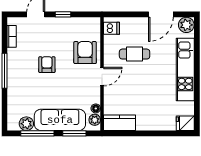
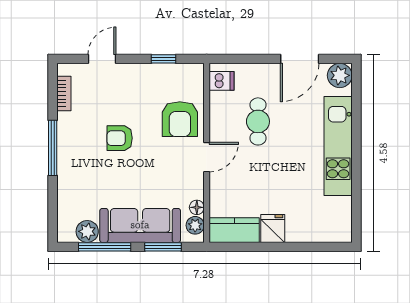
window: (63, 14) -> (163, 59), moved
armchair: (85, 53) -> (180, 119), turned 180
cafe table: (135, 54) -> (258, 121), turned 90
armchair: (47, 65) -> (120, 138), turned -90
fridge: (185, 123) -> (273, 228), moved, turned 90

